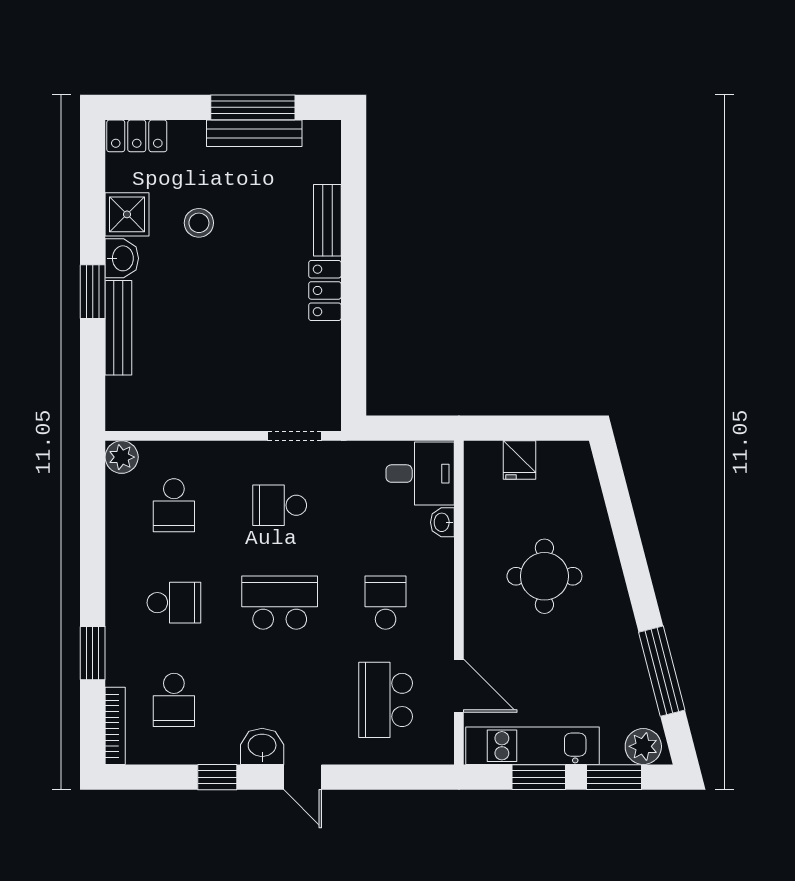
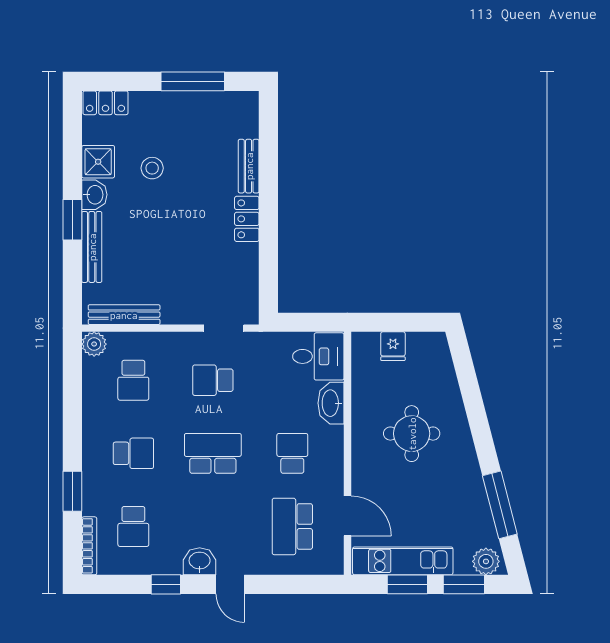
bench: (254, 133) -> (124, 315), moved
washbasin: (442, 522) -> (331, 403), width x1.91, depth x1.45

